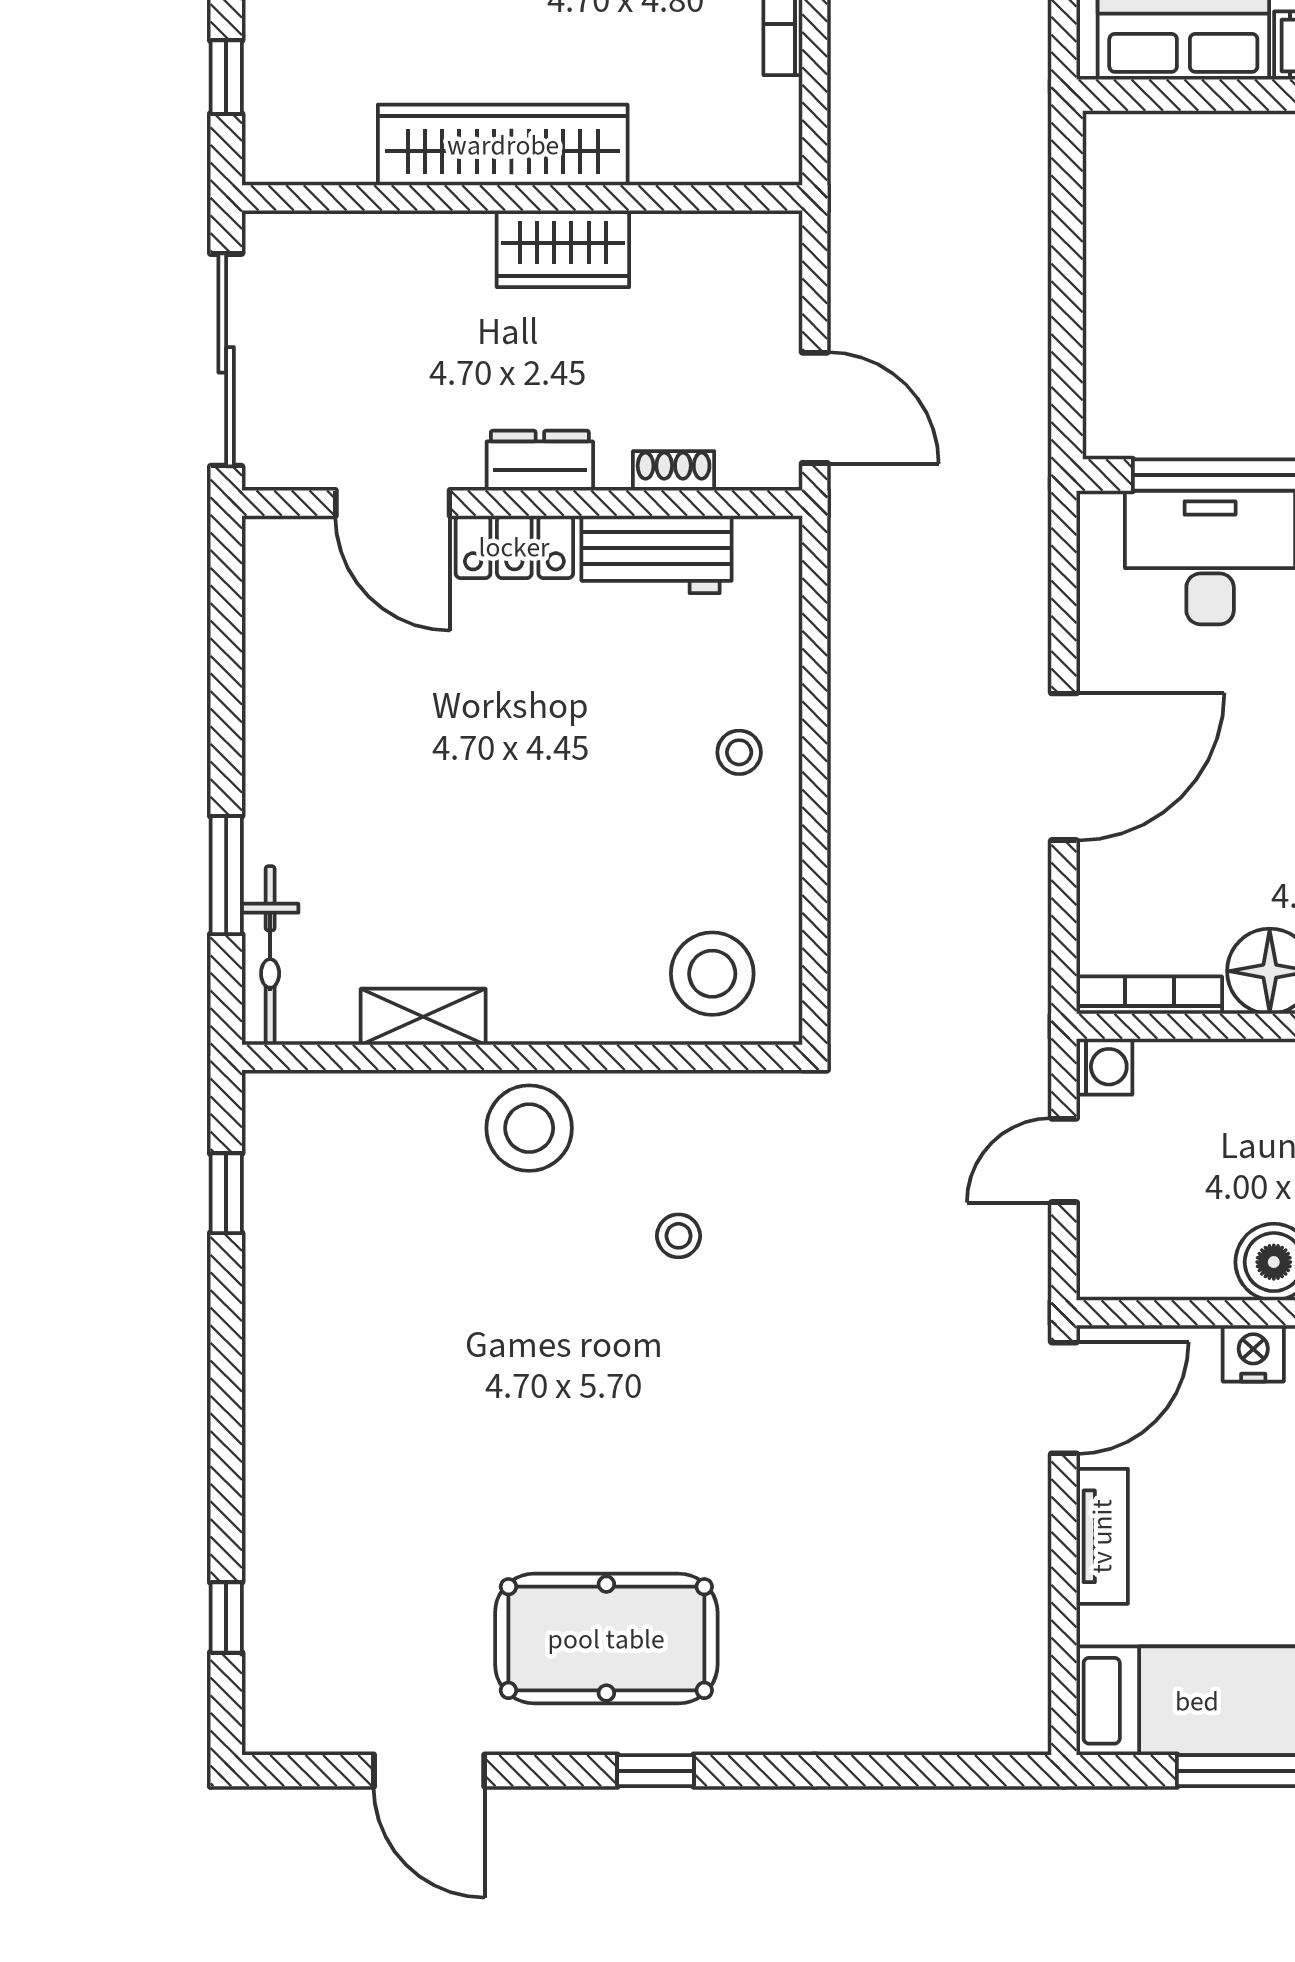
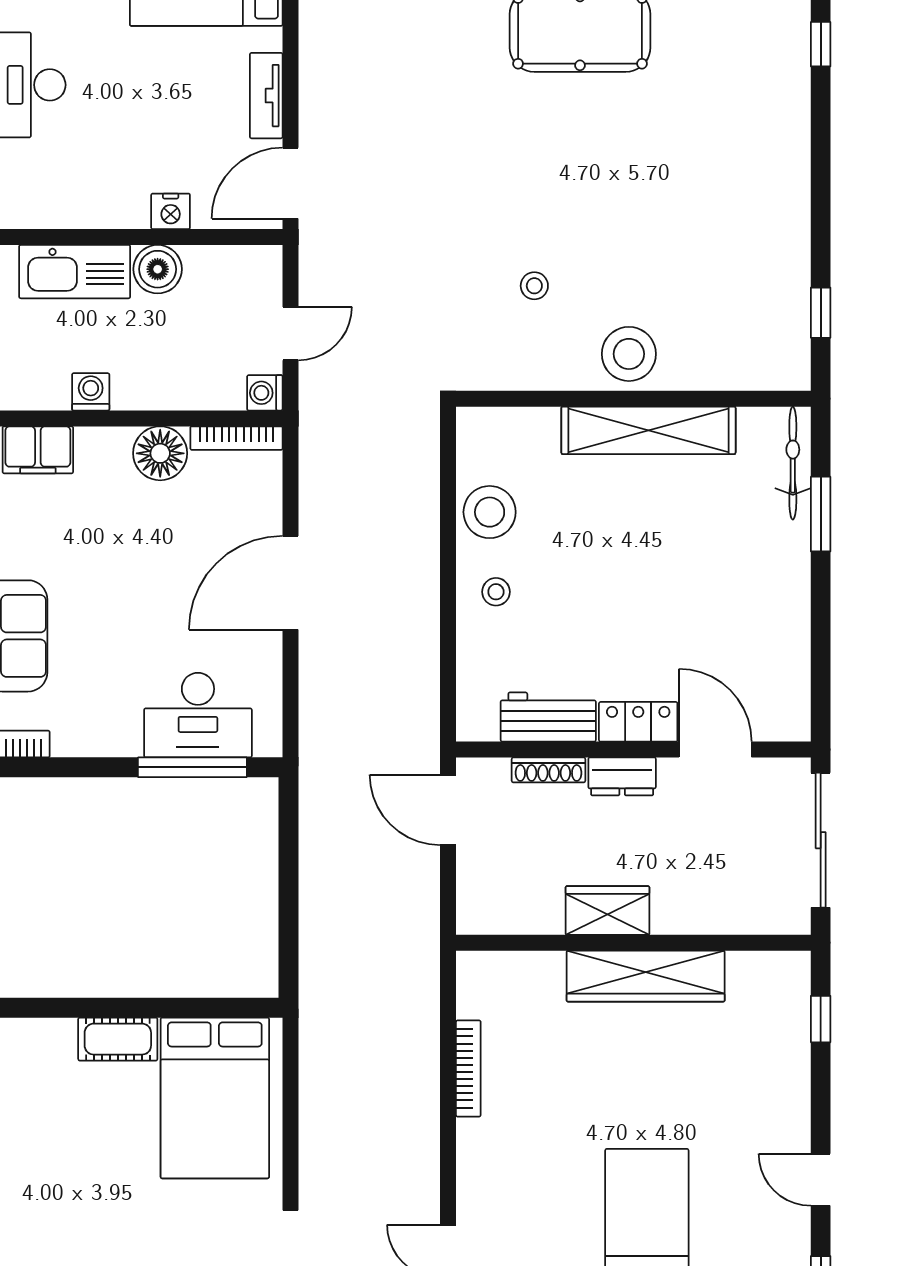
shoe rack: (674, 471) -> (548, 770), width x1.43
stool: (712, 974) -> (490, 512), moved
shelving: (423, 1017) -> (648, 430), width x2.20, depth x1.33

